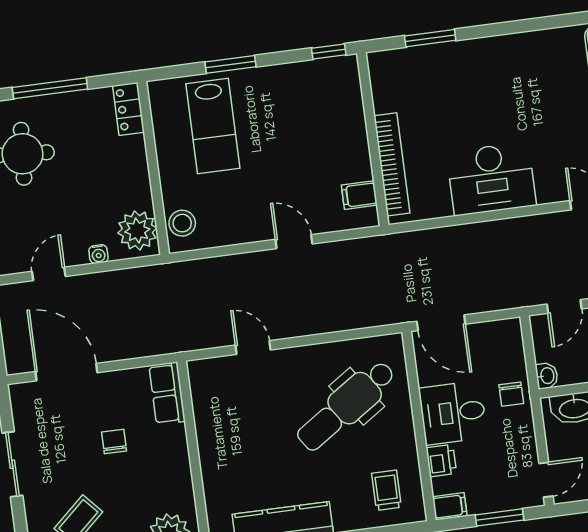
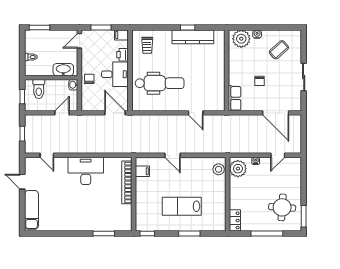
lab bench: (213, 126) -> (182, 206), moved, turned -90
dental chair: (346, 406) -> (160, 83), turned 34

